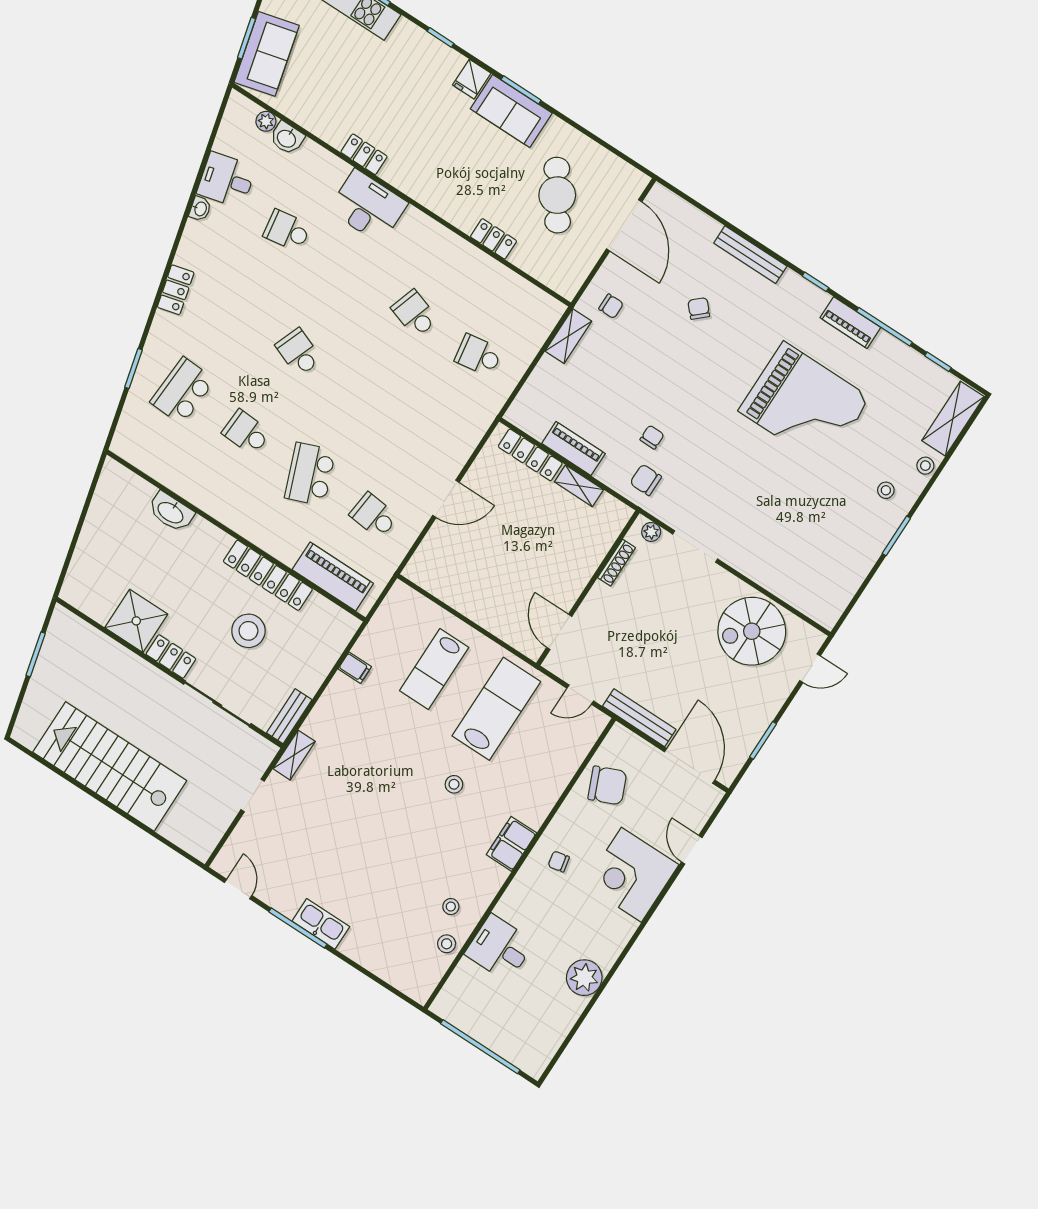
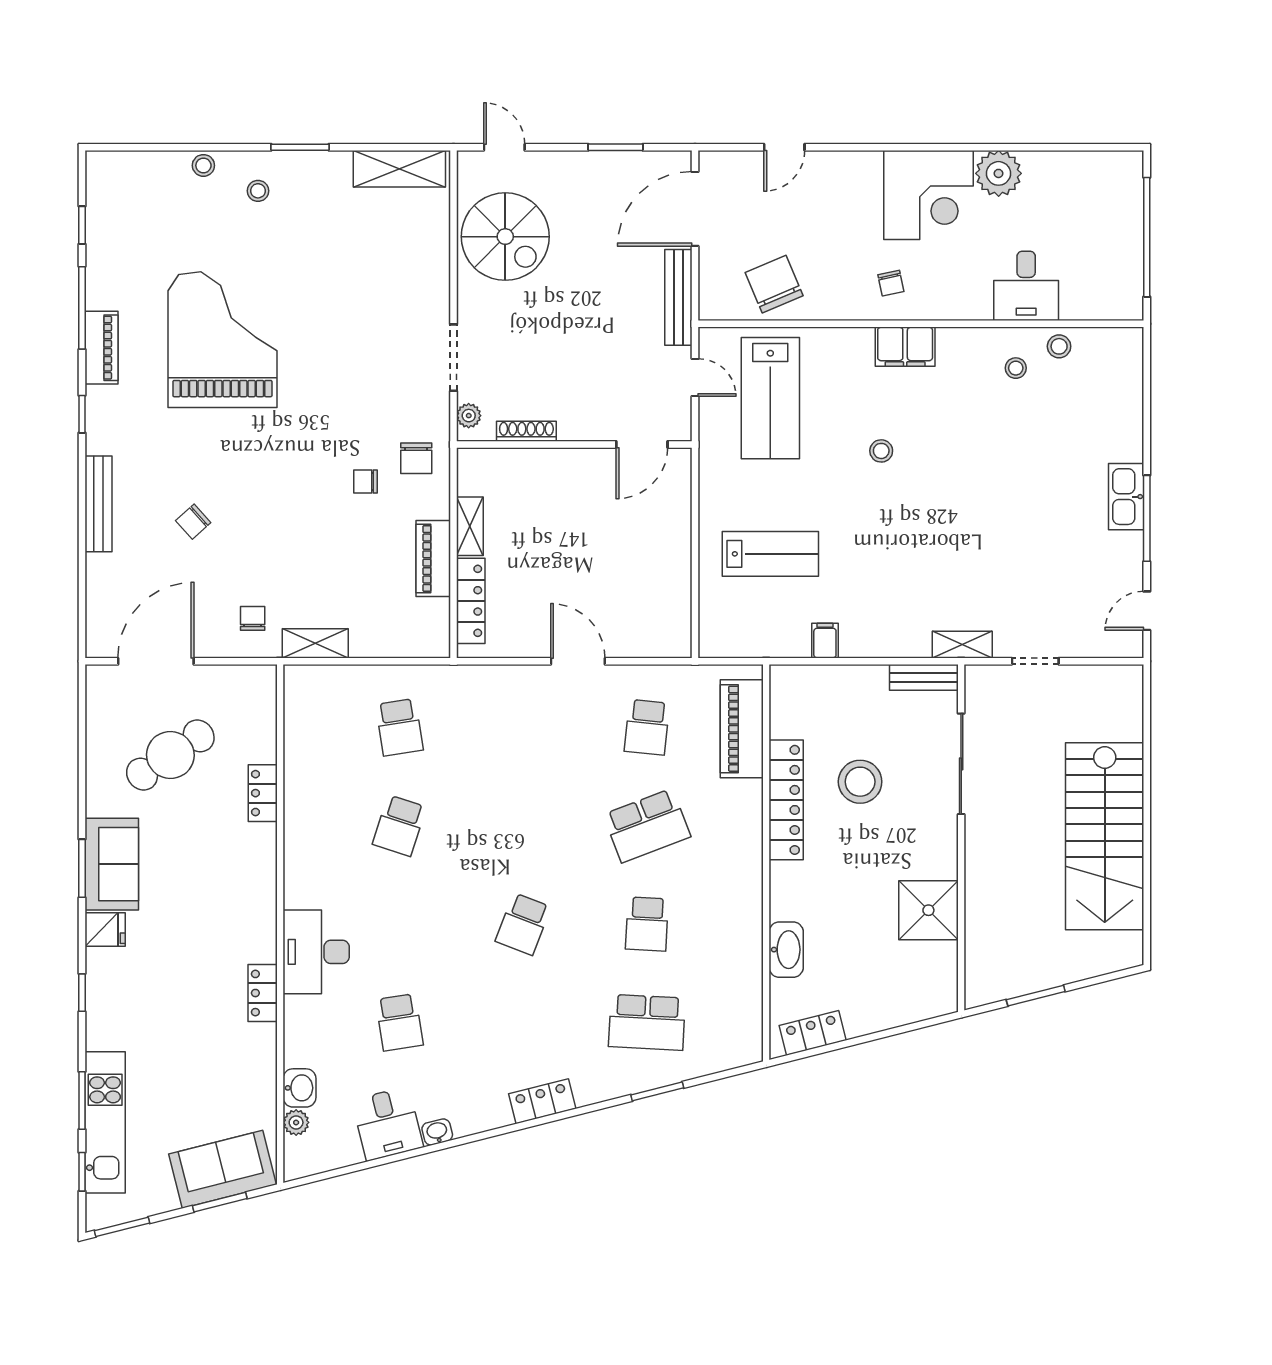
shelving: (953, 419) -> (399, 169), moved
locker: (171, 656) -> (813, 1033), moved, turned 76
lab bench: (496, 709) -> (770, 398), moved, turned -90
corner desk: (631, 875) -> (928, 195), moved

